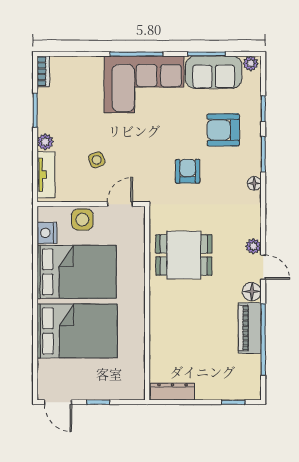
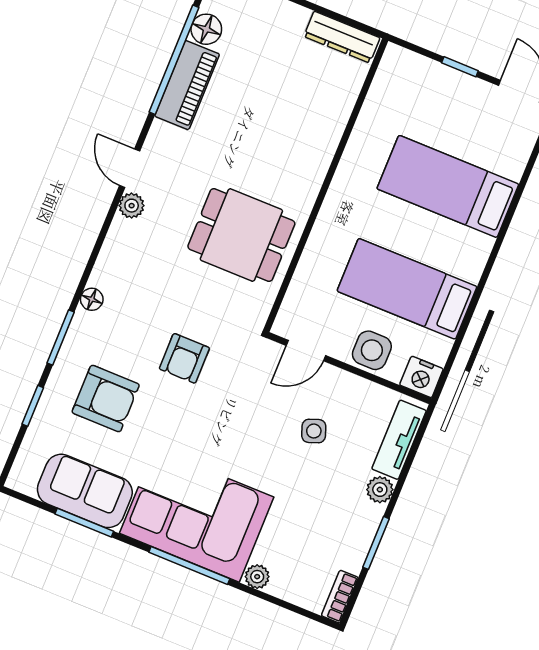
plant: (251, 63) -> (257, 577), moved
nightstand: (47, 233) -> (421, 377), moved, turned 90
bed: (77, 272) -> (407, 289), width x0.67
floor lamp: (252, 292) -> (206, 29), moved
bed: (77, 331) -> (448, 186), width x0.67

